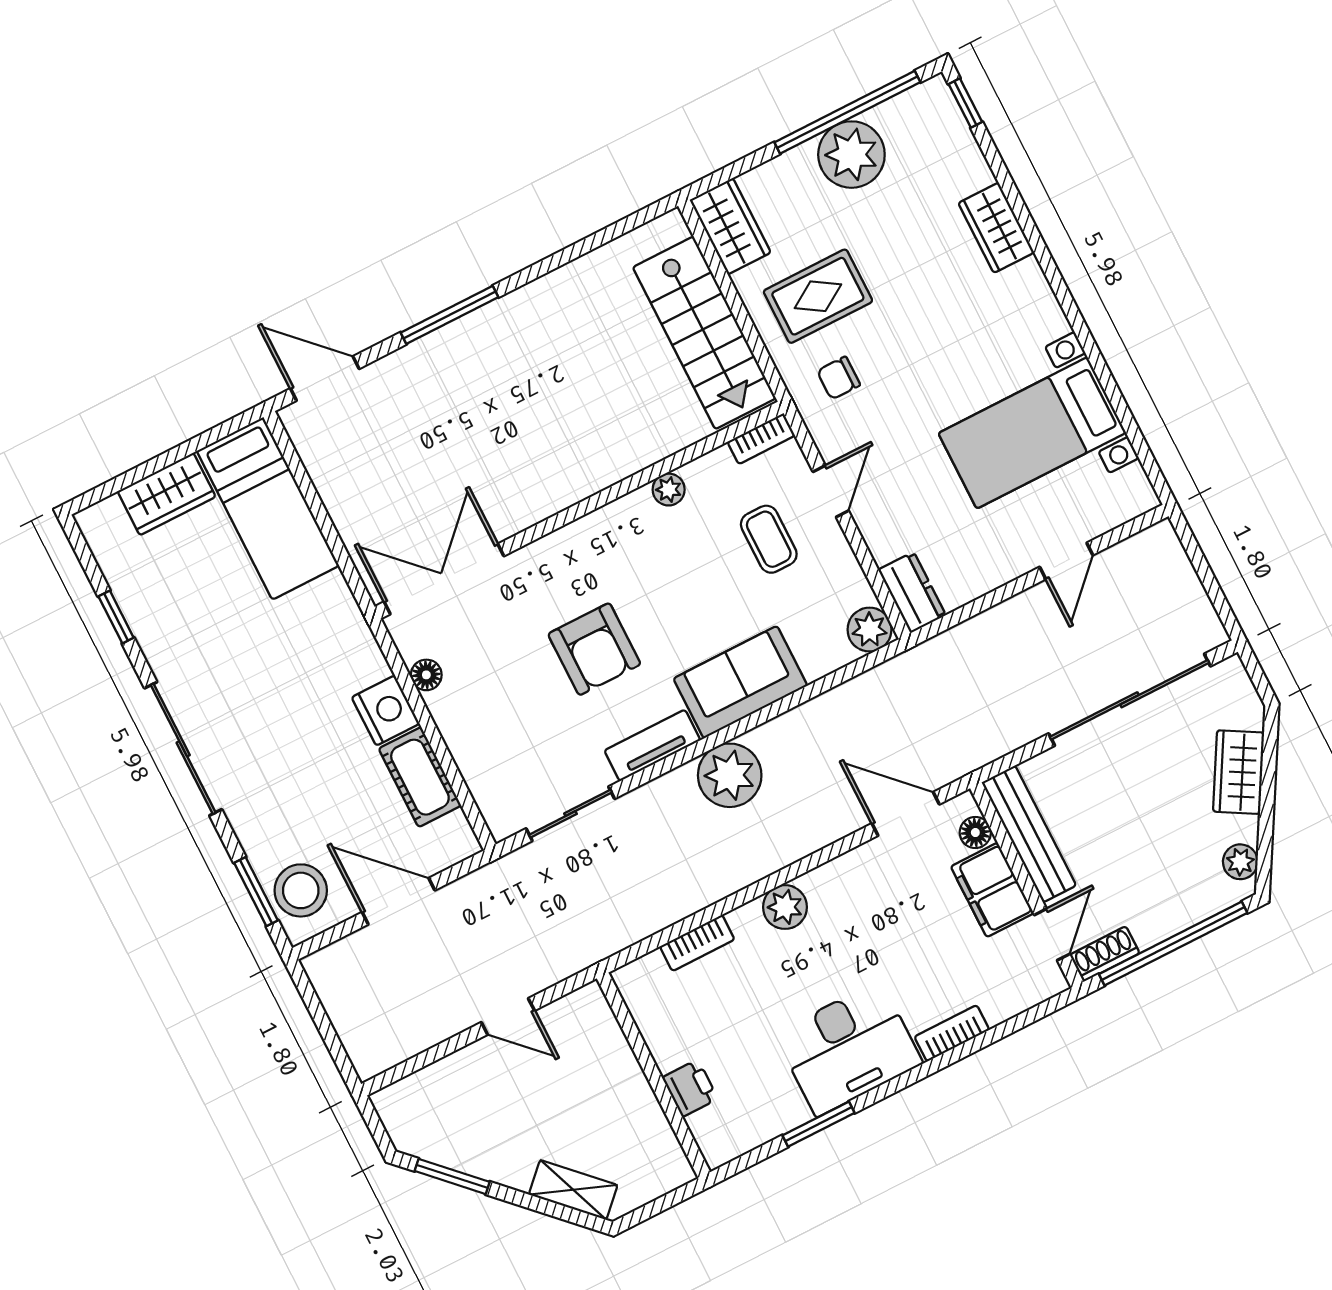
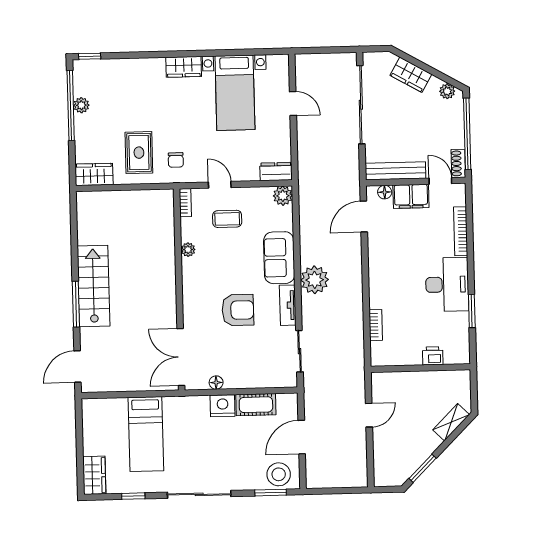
plant: (851, 155) -> (81, 105), width x0.53, depth x0.53
wardrobe: (996, 228) -> (184, 67), moved
stairs: (704, 333) -> (94, 286), moved, turned -90
wardrobe: (167, 494) -> (94, 475), moved
bed: (268, 508) -> (146, 434), moved, turned 90
plant: (785, 907) -> (378, 283), removed
bookcase: (952, 1033) -> (461, 231), width x1.56

